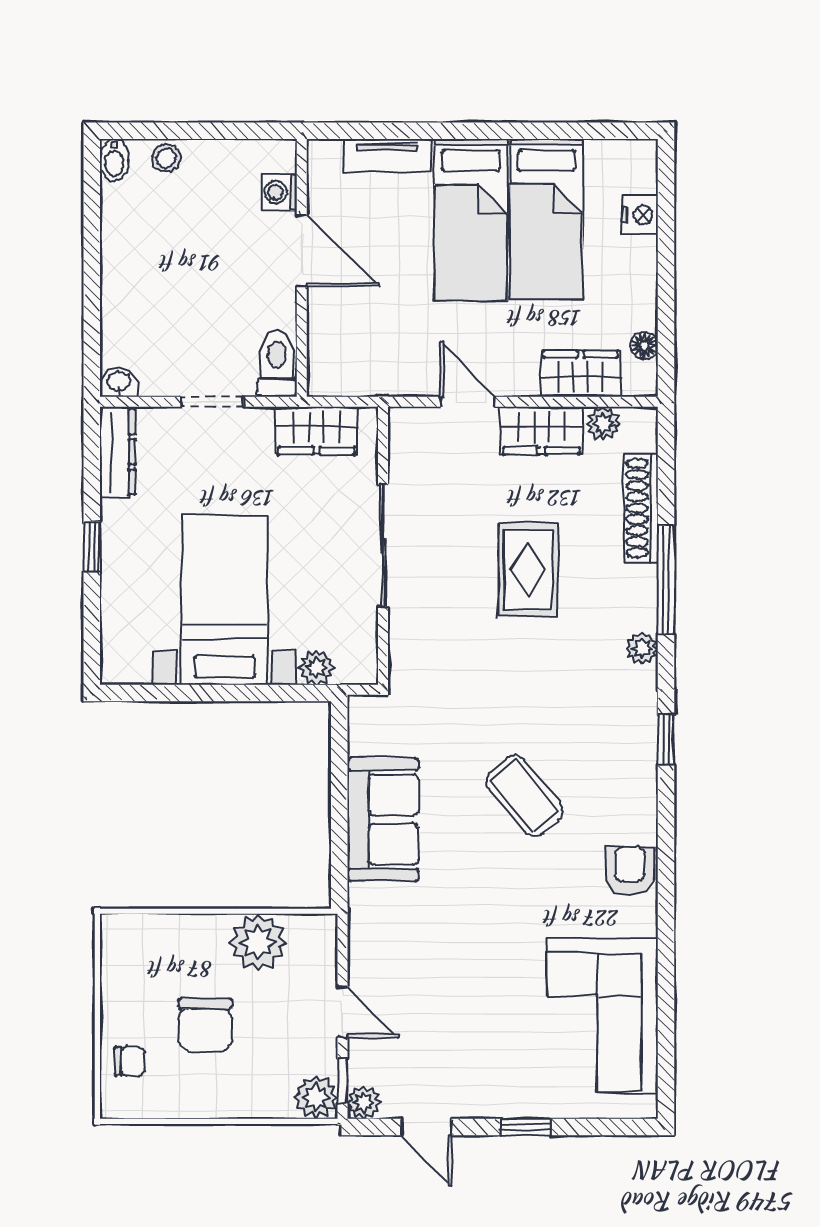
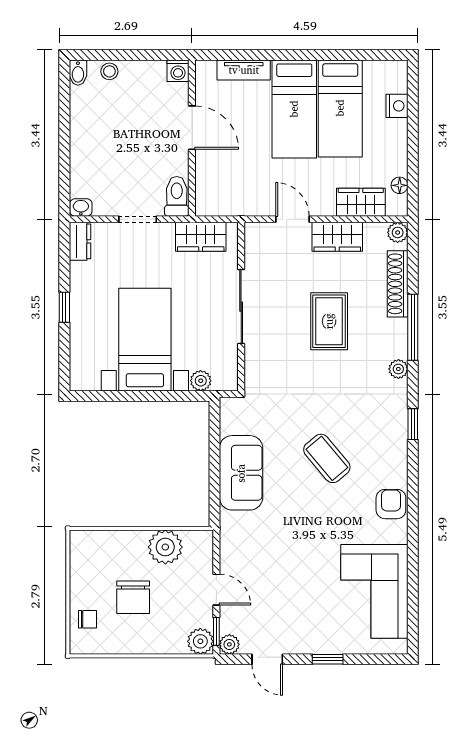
washing machine: (279, 192) -> (178, 71), moved, turned -90
plant: (603, 424) -> (398, 232), moved
dresser: (118, 452) -> (80, 241), width x0.70

